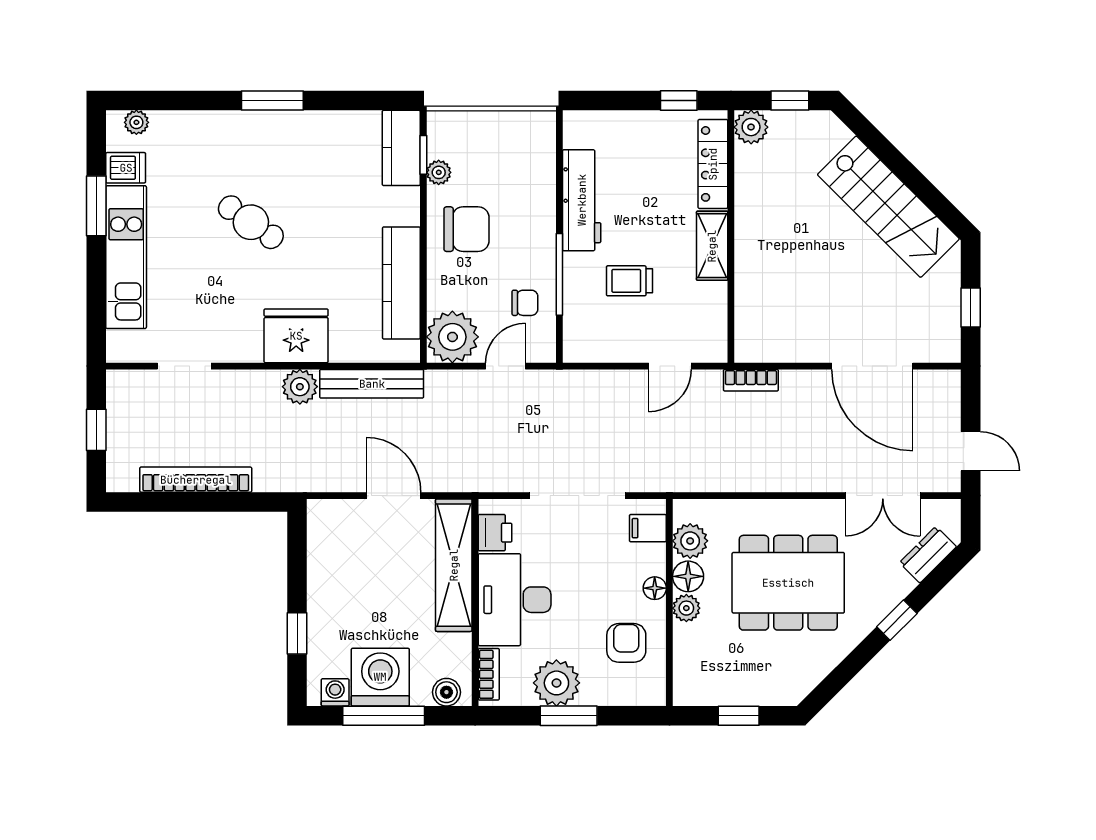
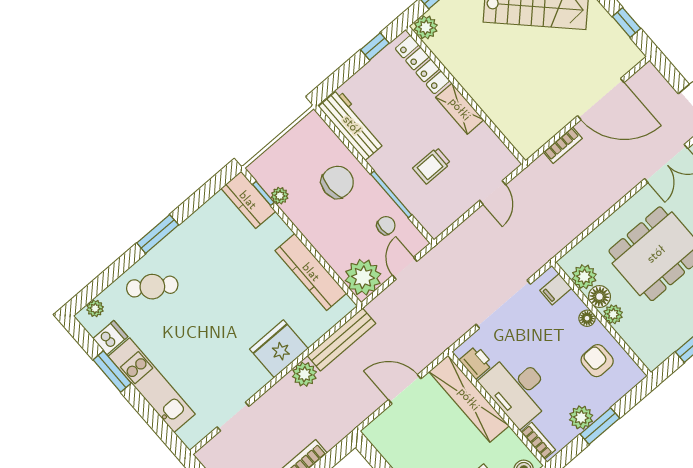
workbench: (582, 200) -> (352, 125), moved
cafe table: (251, 222) -> (152, 287), moved
chair: (467, 229) -> (337, 182), moved
bookcase: (751, 380) -> (563, 145), moved
plant: (556, 683) -> (581, 418), width x0.73, depth x0.73

